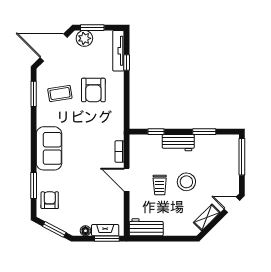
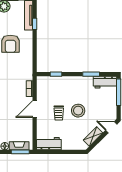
workbench: (178, 143) -> (105, 82), moved
door: (127, 180) -> (35, 109), hinge flipped

